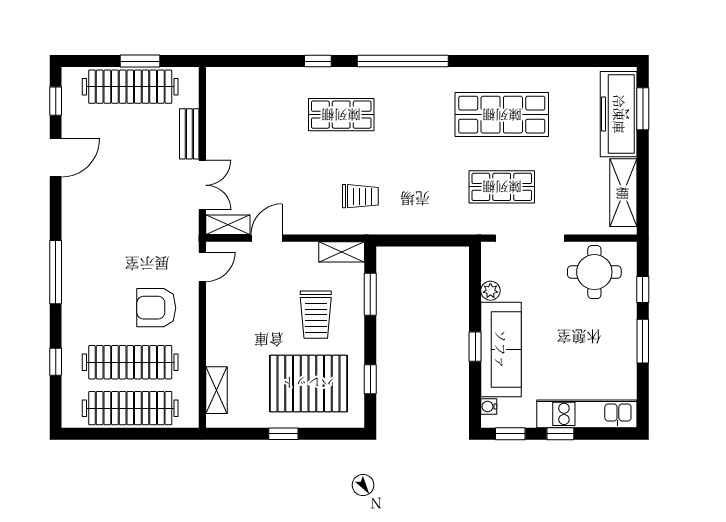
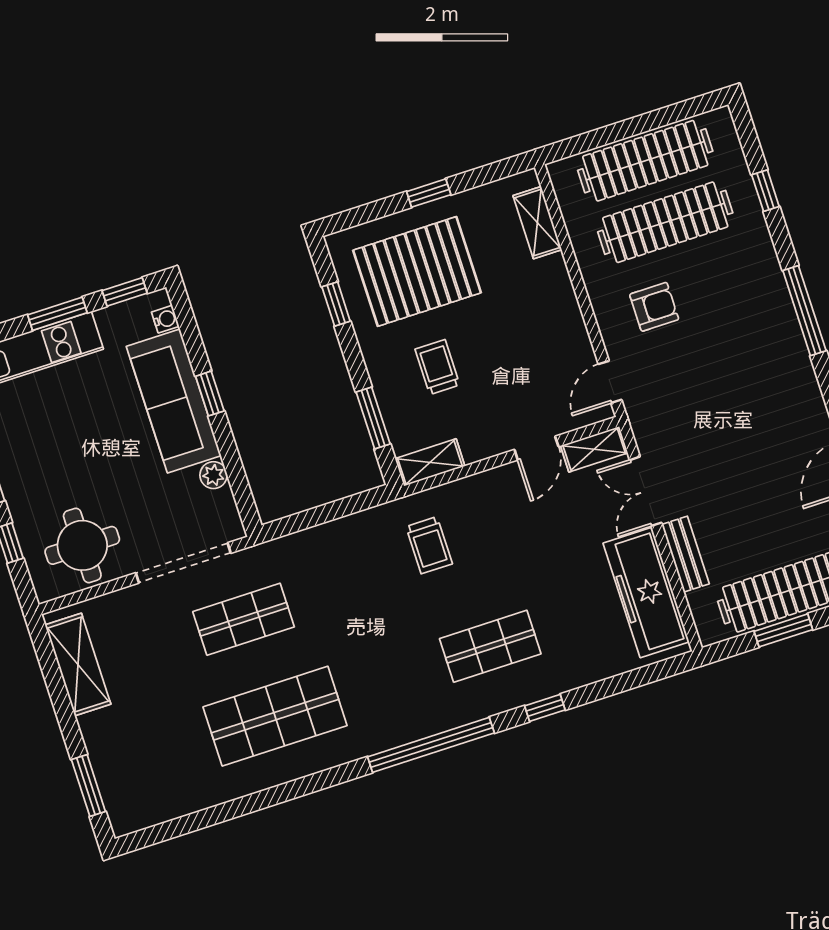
freezer: (619, 114) -> (646, 593), moved, turned 180
trolley: (360, 196) -> (429, 545), turned -90
armchair: (156, 308) -> (654, 307), width x0.72, depth x0.72
trolley: (316, 315) -> (437, 367), width x0.73, depth x0.72
window: (560, 434) -> (57, 314), width x1.50

